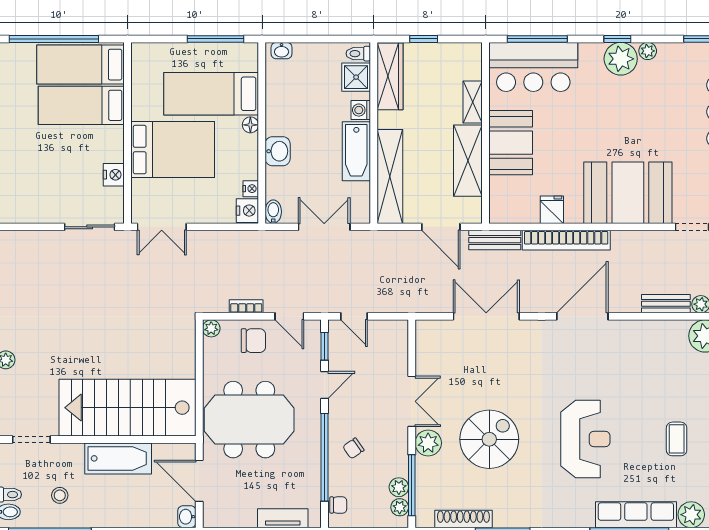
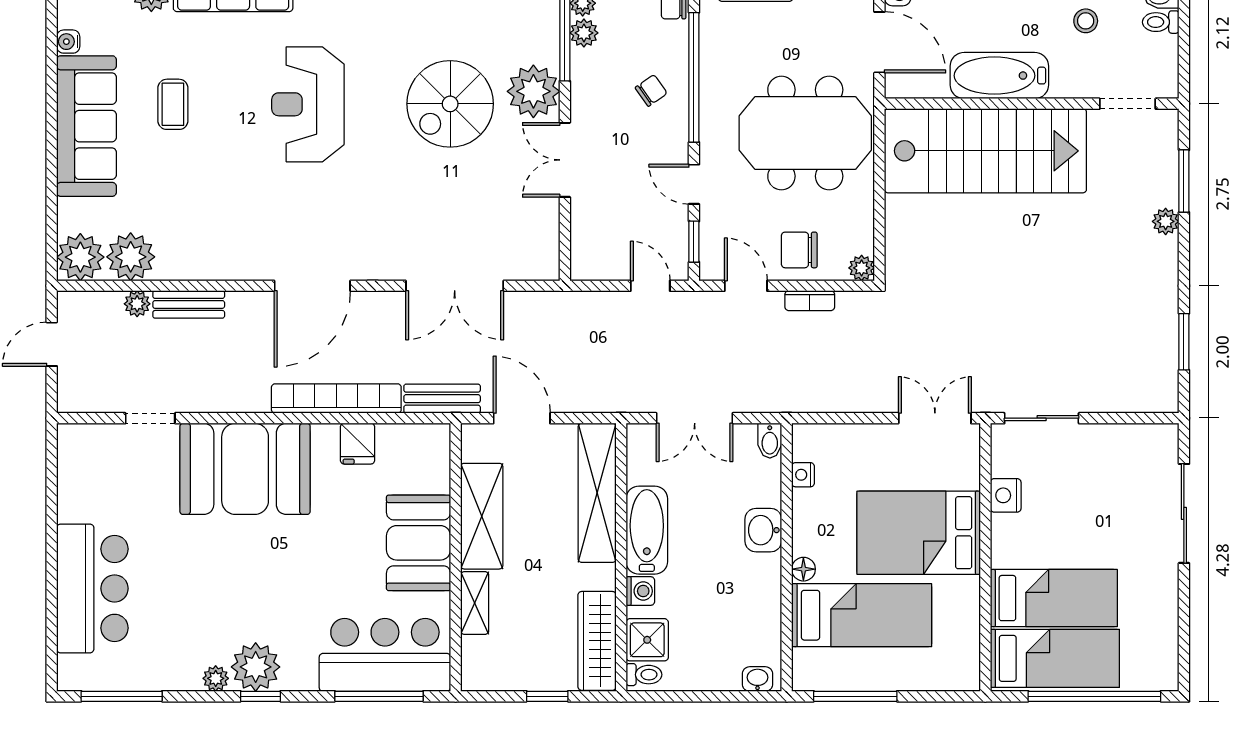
nightstand: (247, 211) -> (808, 442), removed
door: (324, 385) -> (694, 184), hinge flipped
plant: (428, 443) -> (533, 91), width x1.36, depth x1.36

